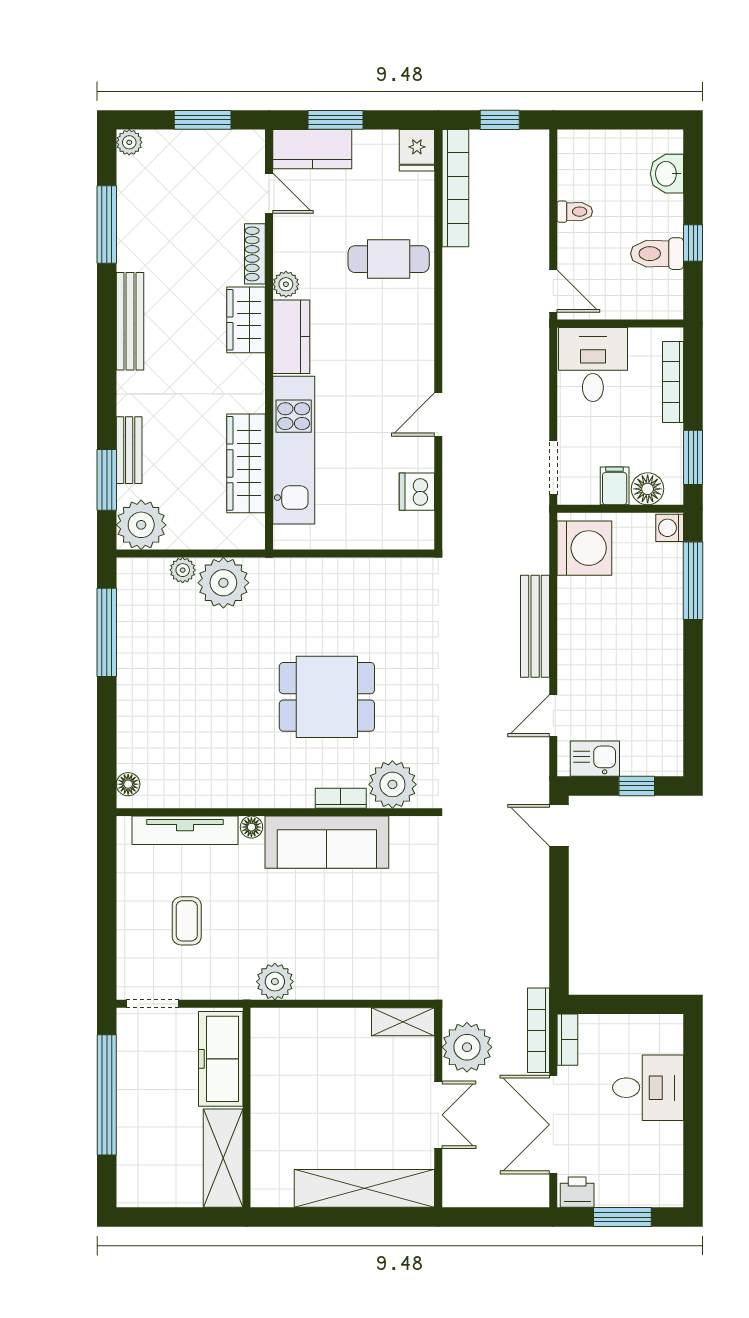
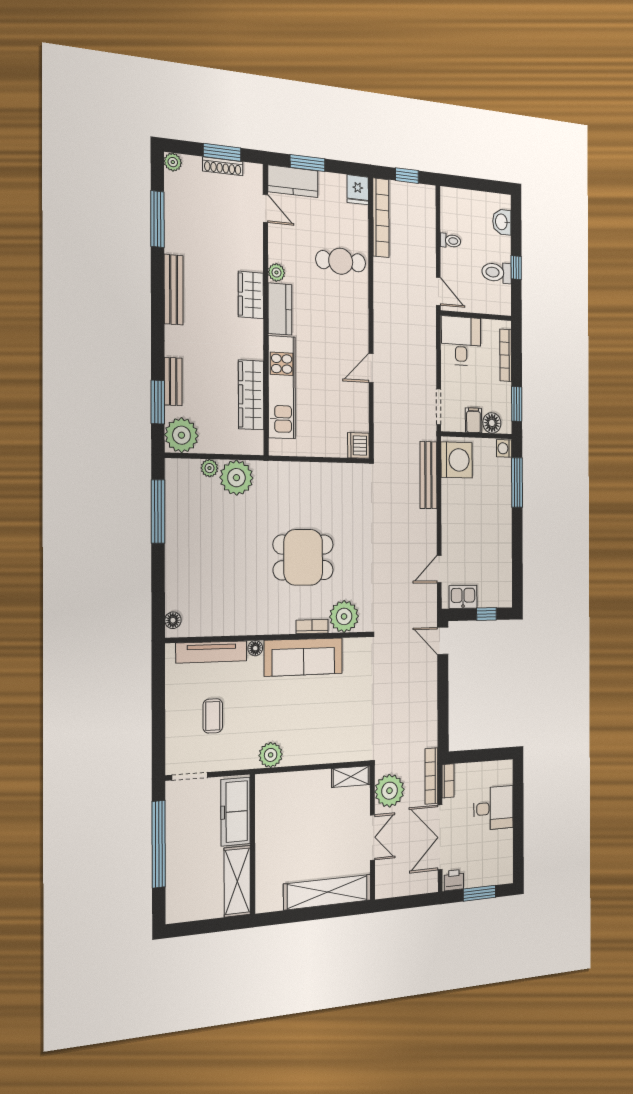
shoe rack: (255, 254) -> (223, 166), moved, turned -90
dishwasher: (417, 492) -> (358, 445), moved
bench: (535, 626) -> (428, 475), moved

